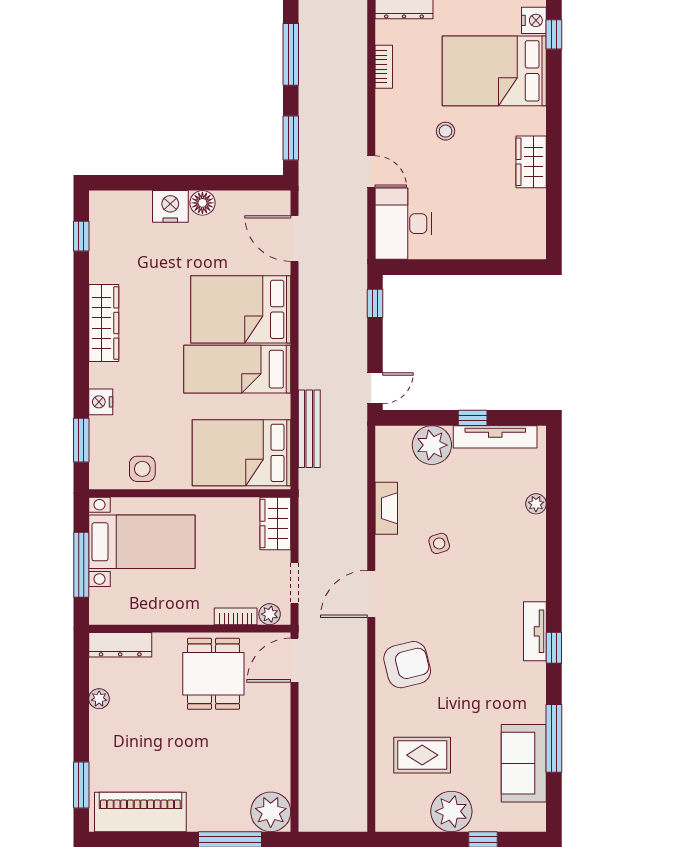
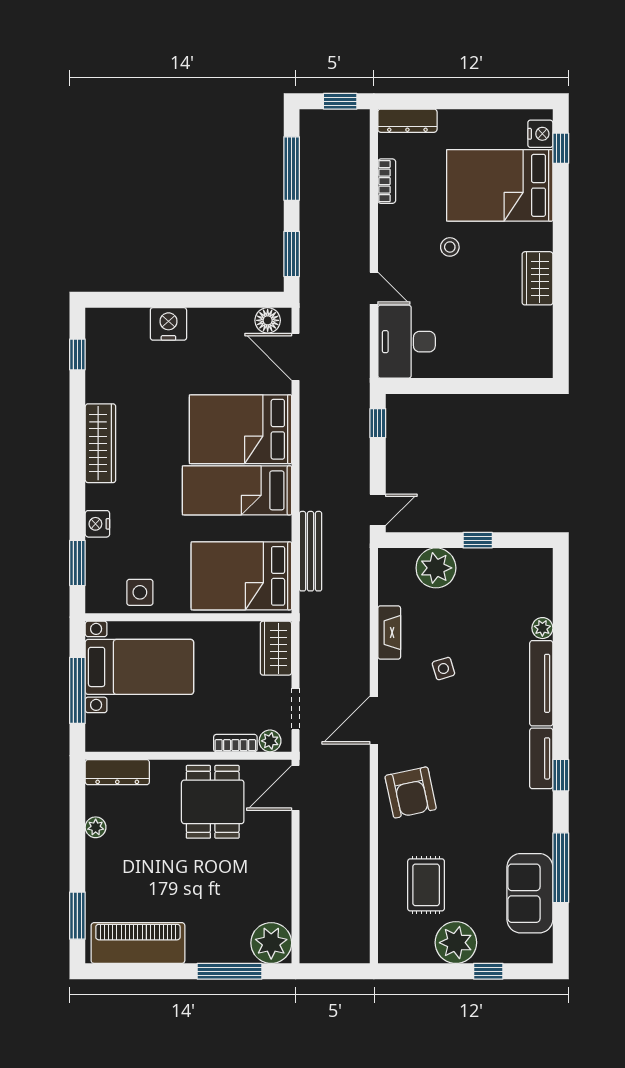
floor lamp: (202, 203) -> (268, 320), moved
tv unit: (495, 437) -> (541, 683), moved, turned 90
armchair: (407, 665) -> (411, 792), turned 92
rug: (422, 755) -> (426, 885), turned 90

